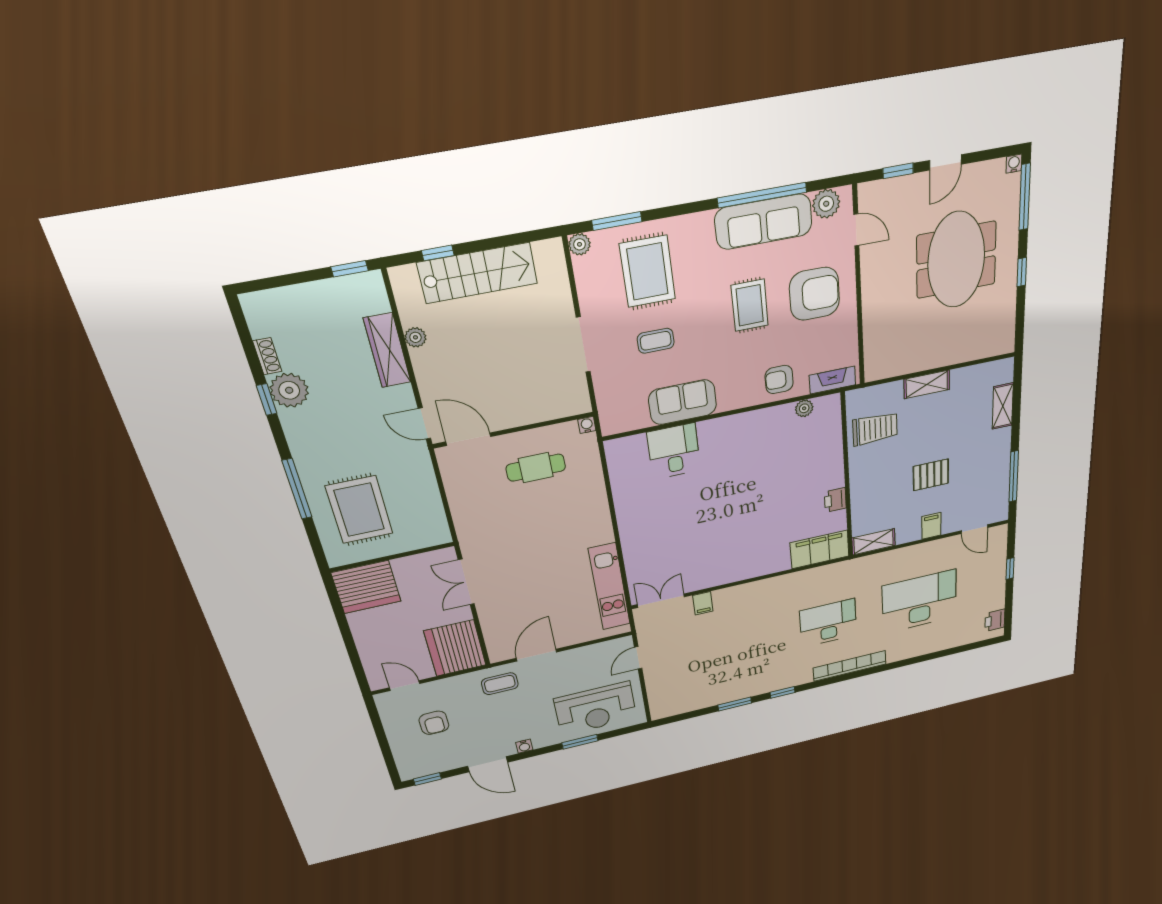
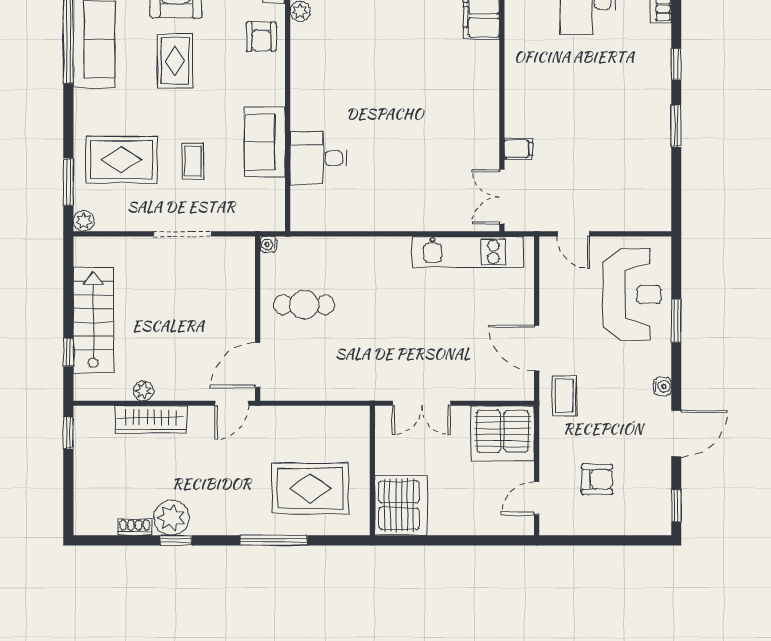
rug: (750, 305) -> (175, 61), turned 90
cafe table: (536, 468) -> (304, 305), turned 90

